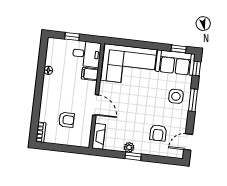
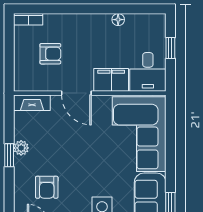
filing cabinet: (90, 74) -> (111, 80), width x2.00
door: (96, 105) -> (76, 93), hinge flipped
armchair: (66, 120) -> (50, 54), turned -90
armchair: (158, 133) -> (47, 187), turned -90

